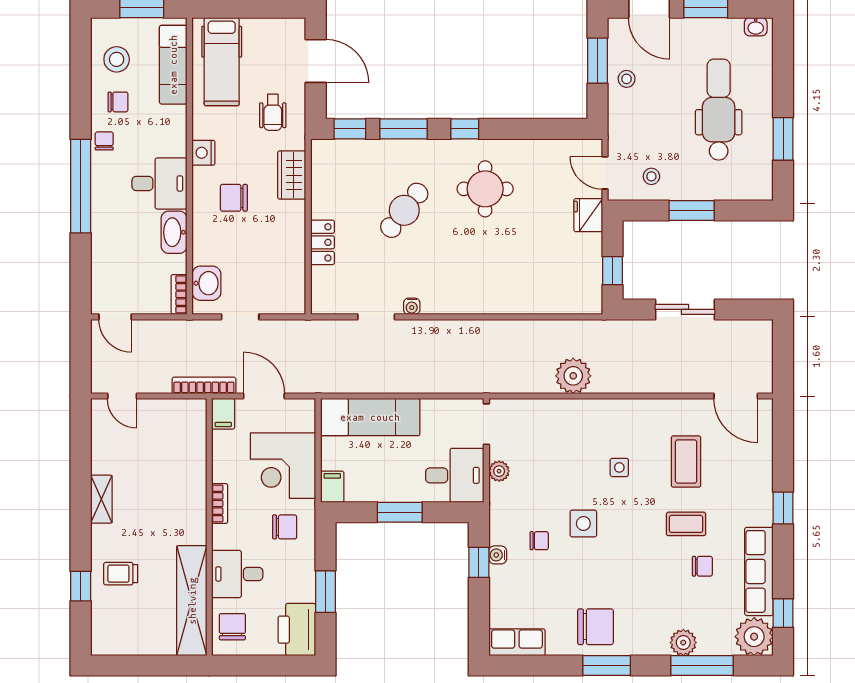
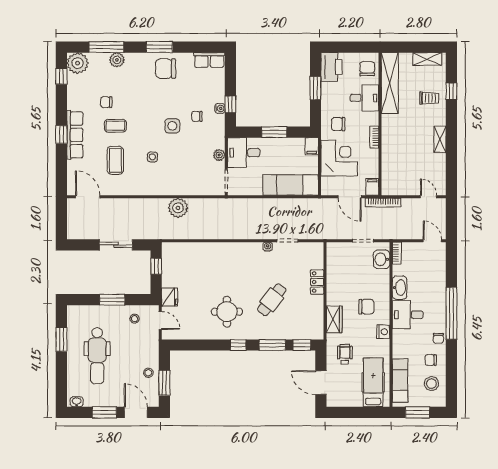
row of seats: (759, 571) -> (75, 135), moved
chair: (232, 627) -> (367, 69), turned 180
shelving: (124, 644) -> (427, 59), added

